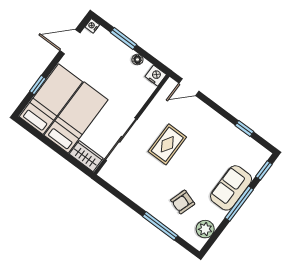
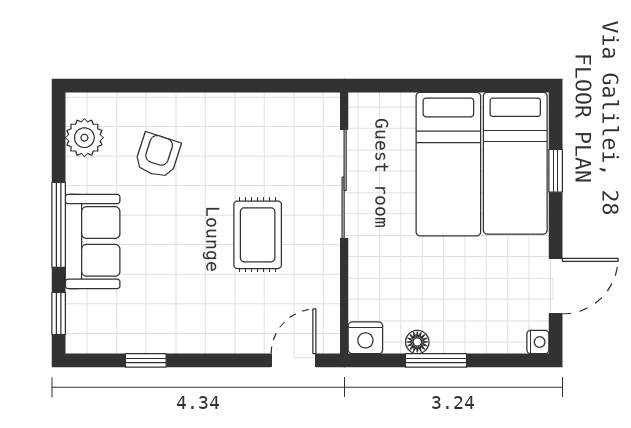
window: (124, 38) -> (436, 360), moved
wardrobe: (86, 156) -> (382, 111), removed
window: (160, 226) -> (166, 86), removed

